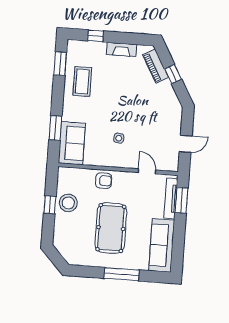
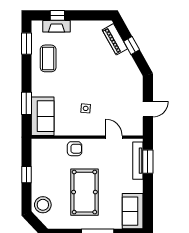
fireplace: (122, 49) -> (56, 26), moved
stool: (68, 203) -> (43, 205), moved
sofa: (162, 245) -> (133, 211), width x0.73

